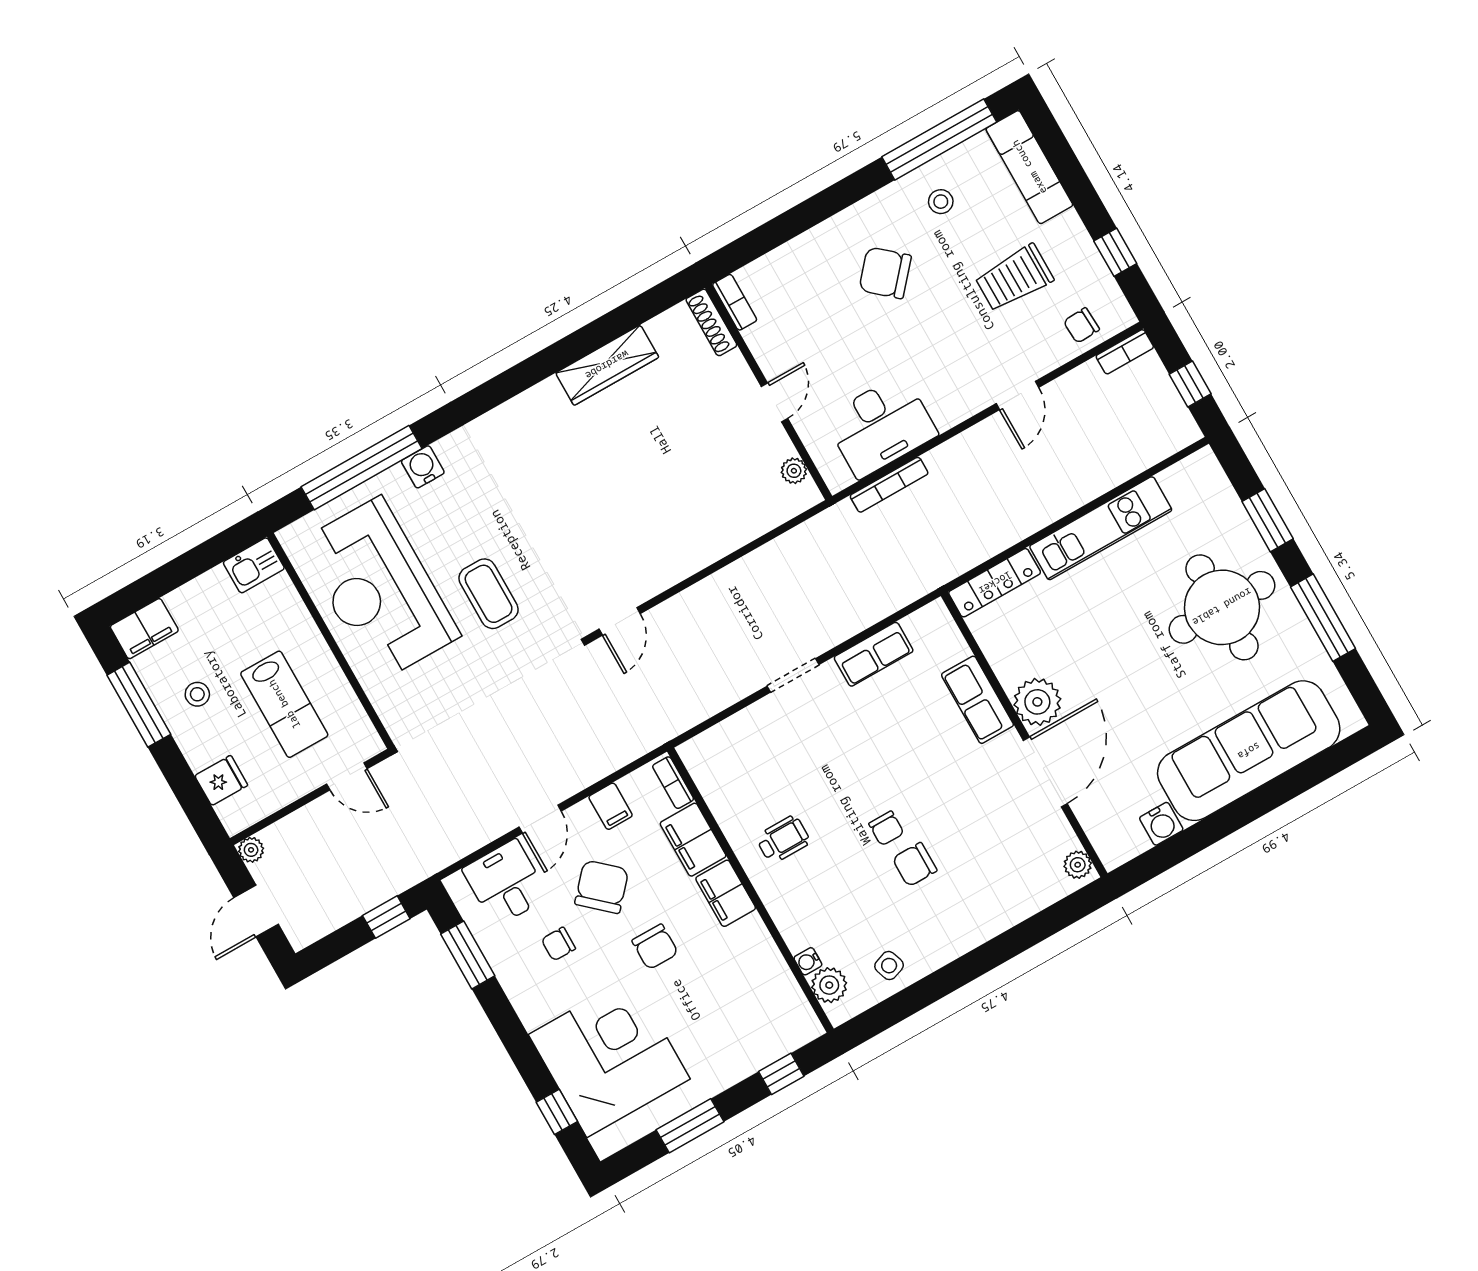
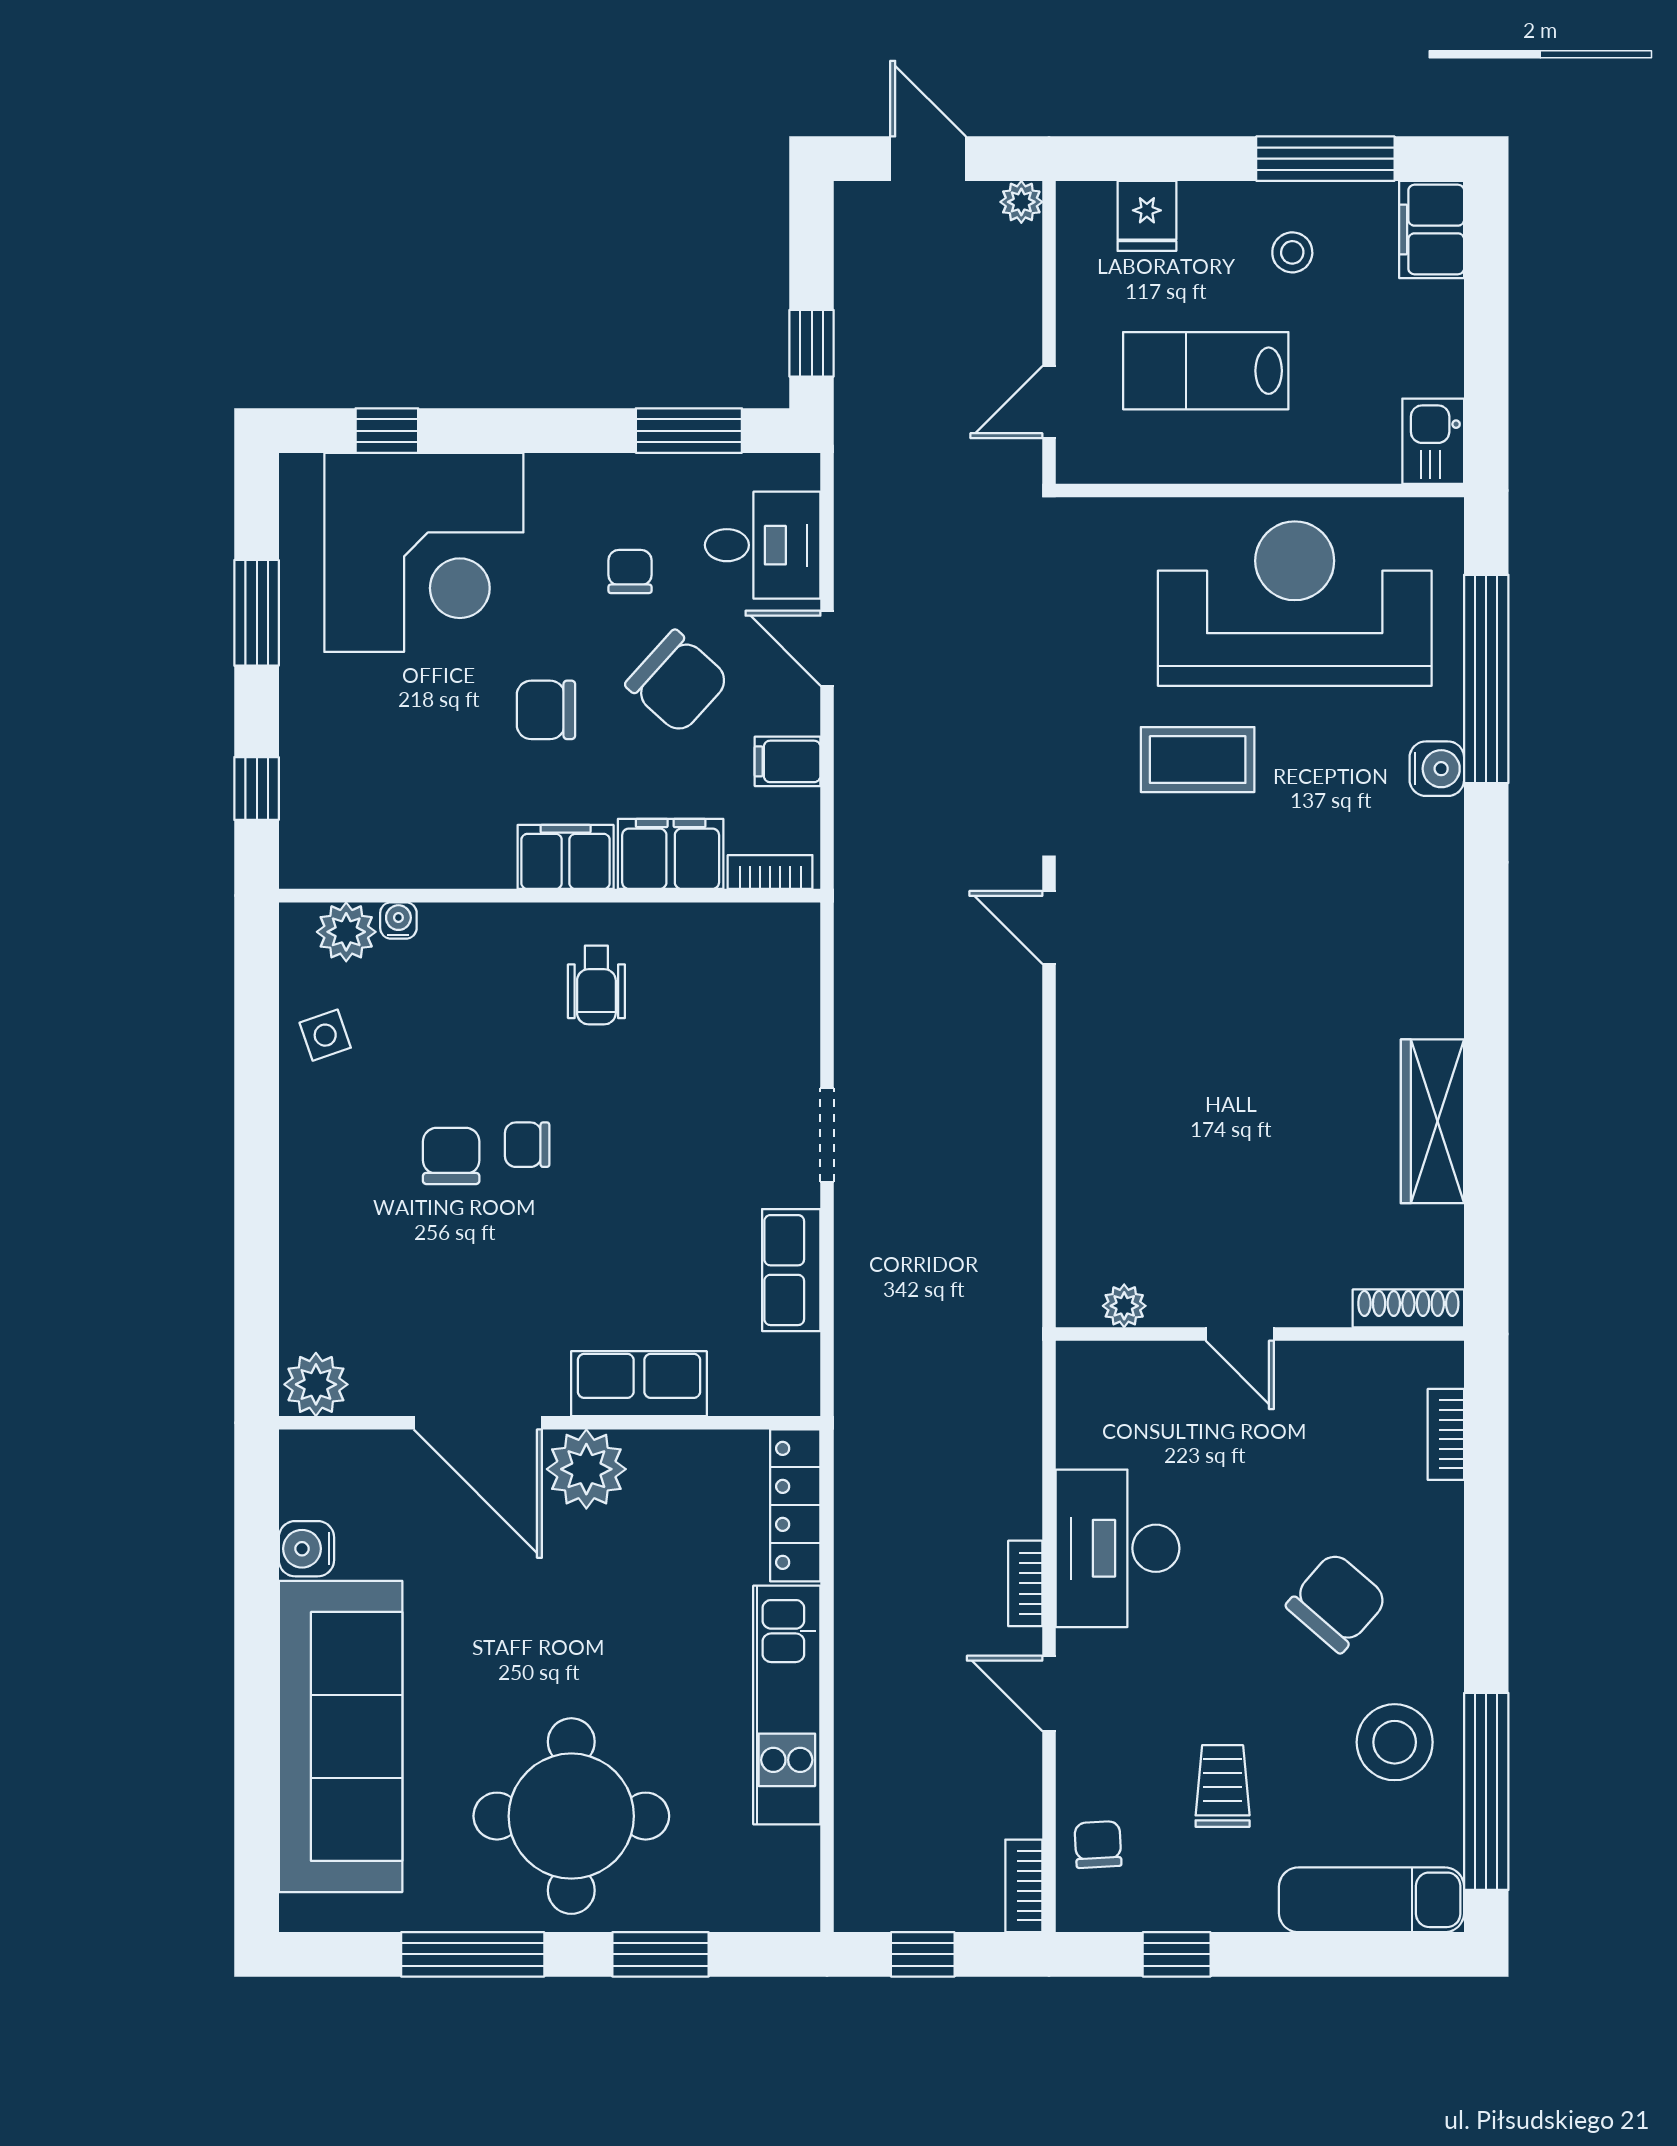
stool: (941, 202) -> (1395, 1742), width x1.89, depth x1.89
trolley: (1014, 278) -> (1223, 1786), width x0.73, depth x0.72
bookcase: (735, 302) -> (1446, 1434), moved, turned 90
desk: (881, 426) -> (1118, 1548), moved
bookcase: (889, 485) -> (1025, 1583), moved, width x0.64
plant: (1078, 865) -> (316, 1384), width x1.38, depth x1.38

